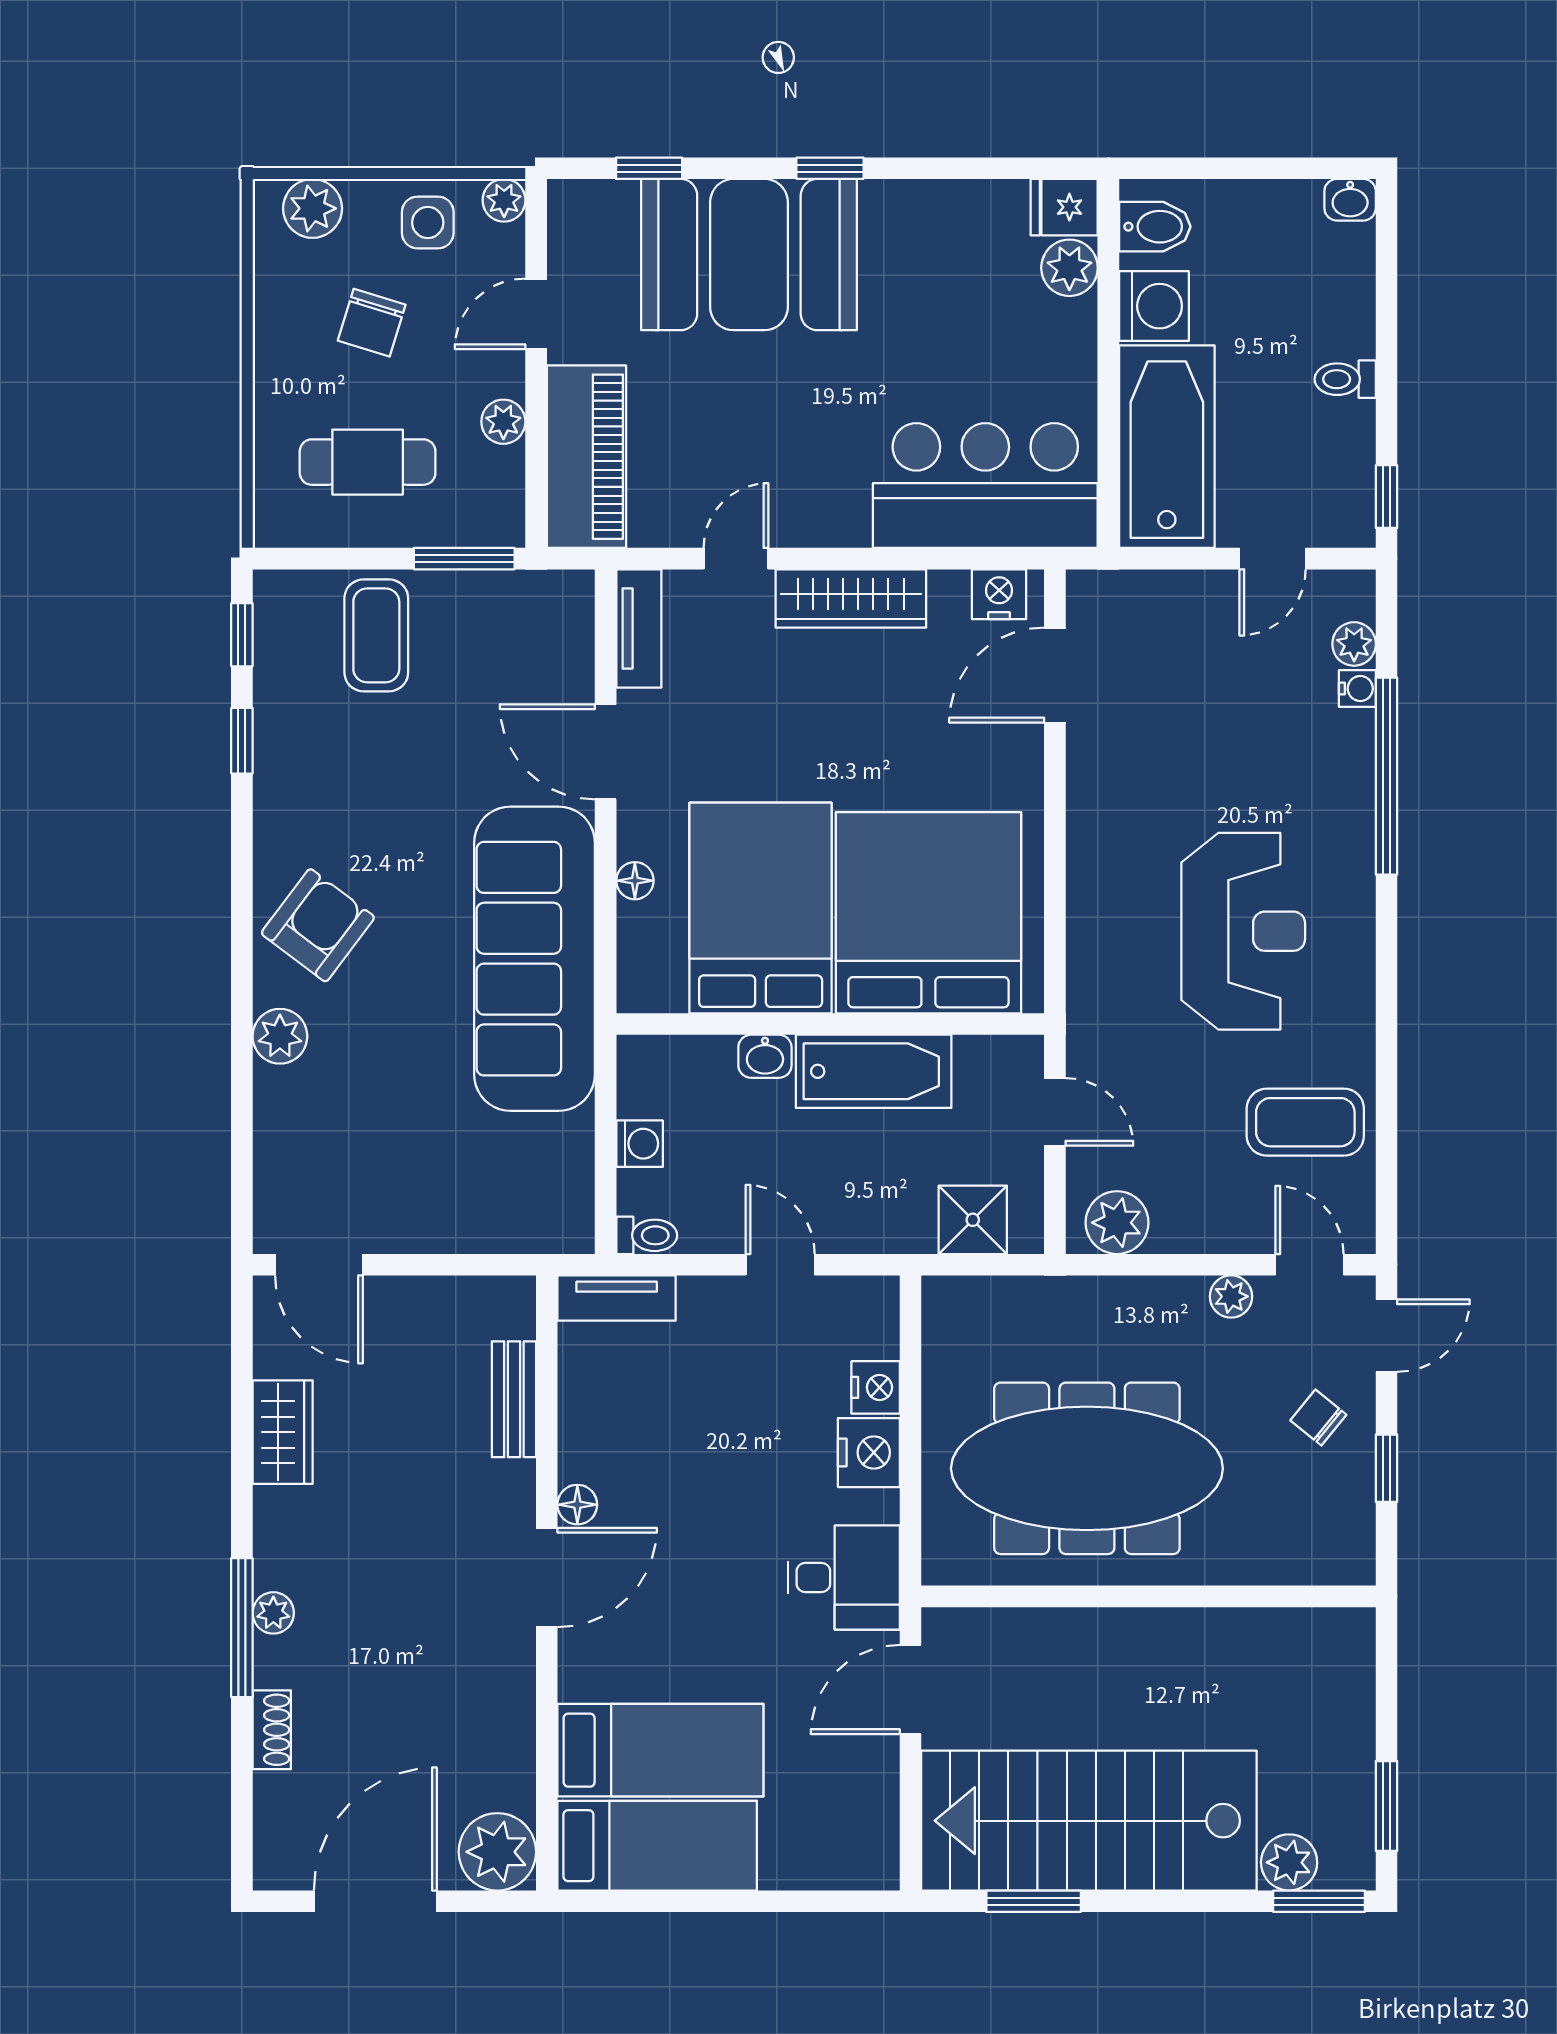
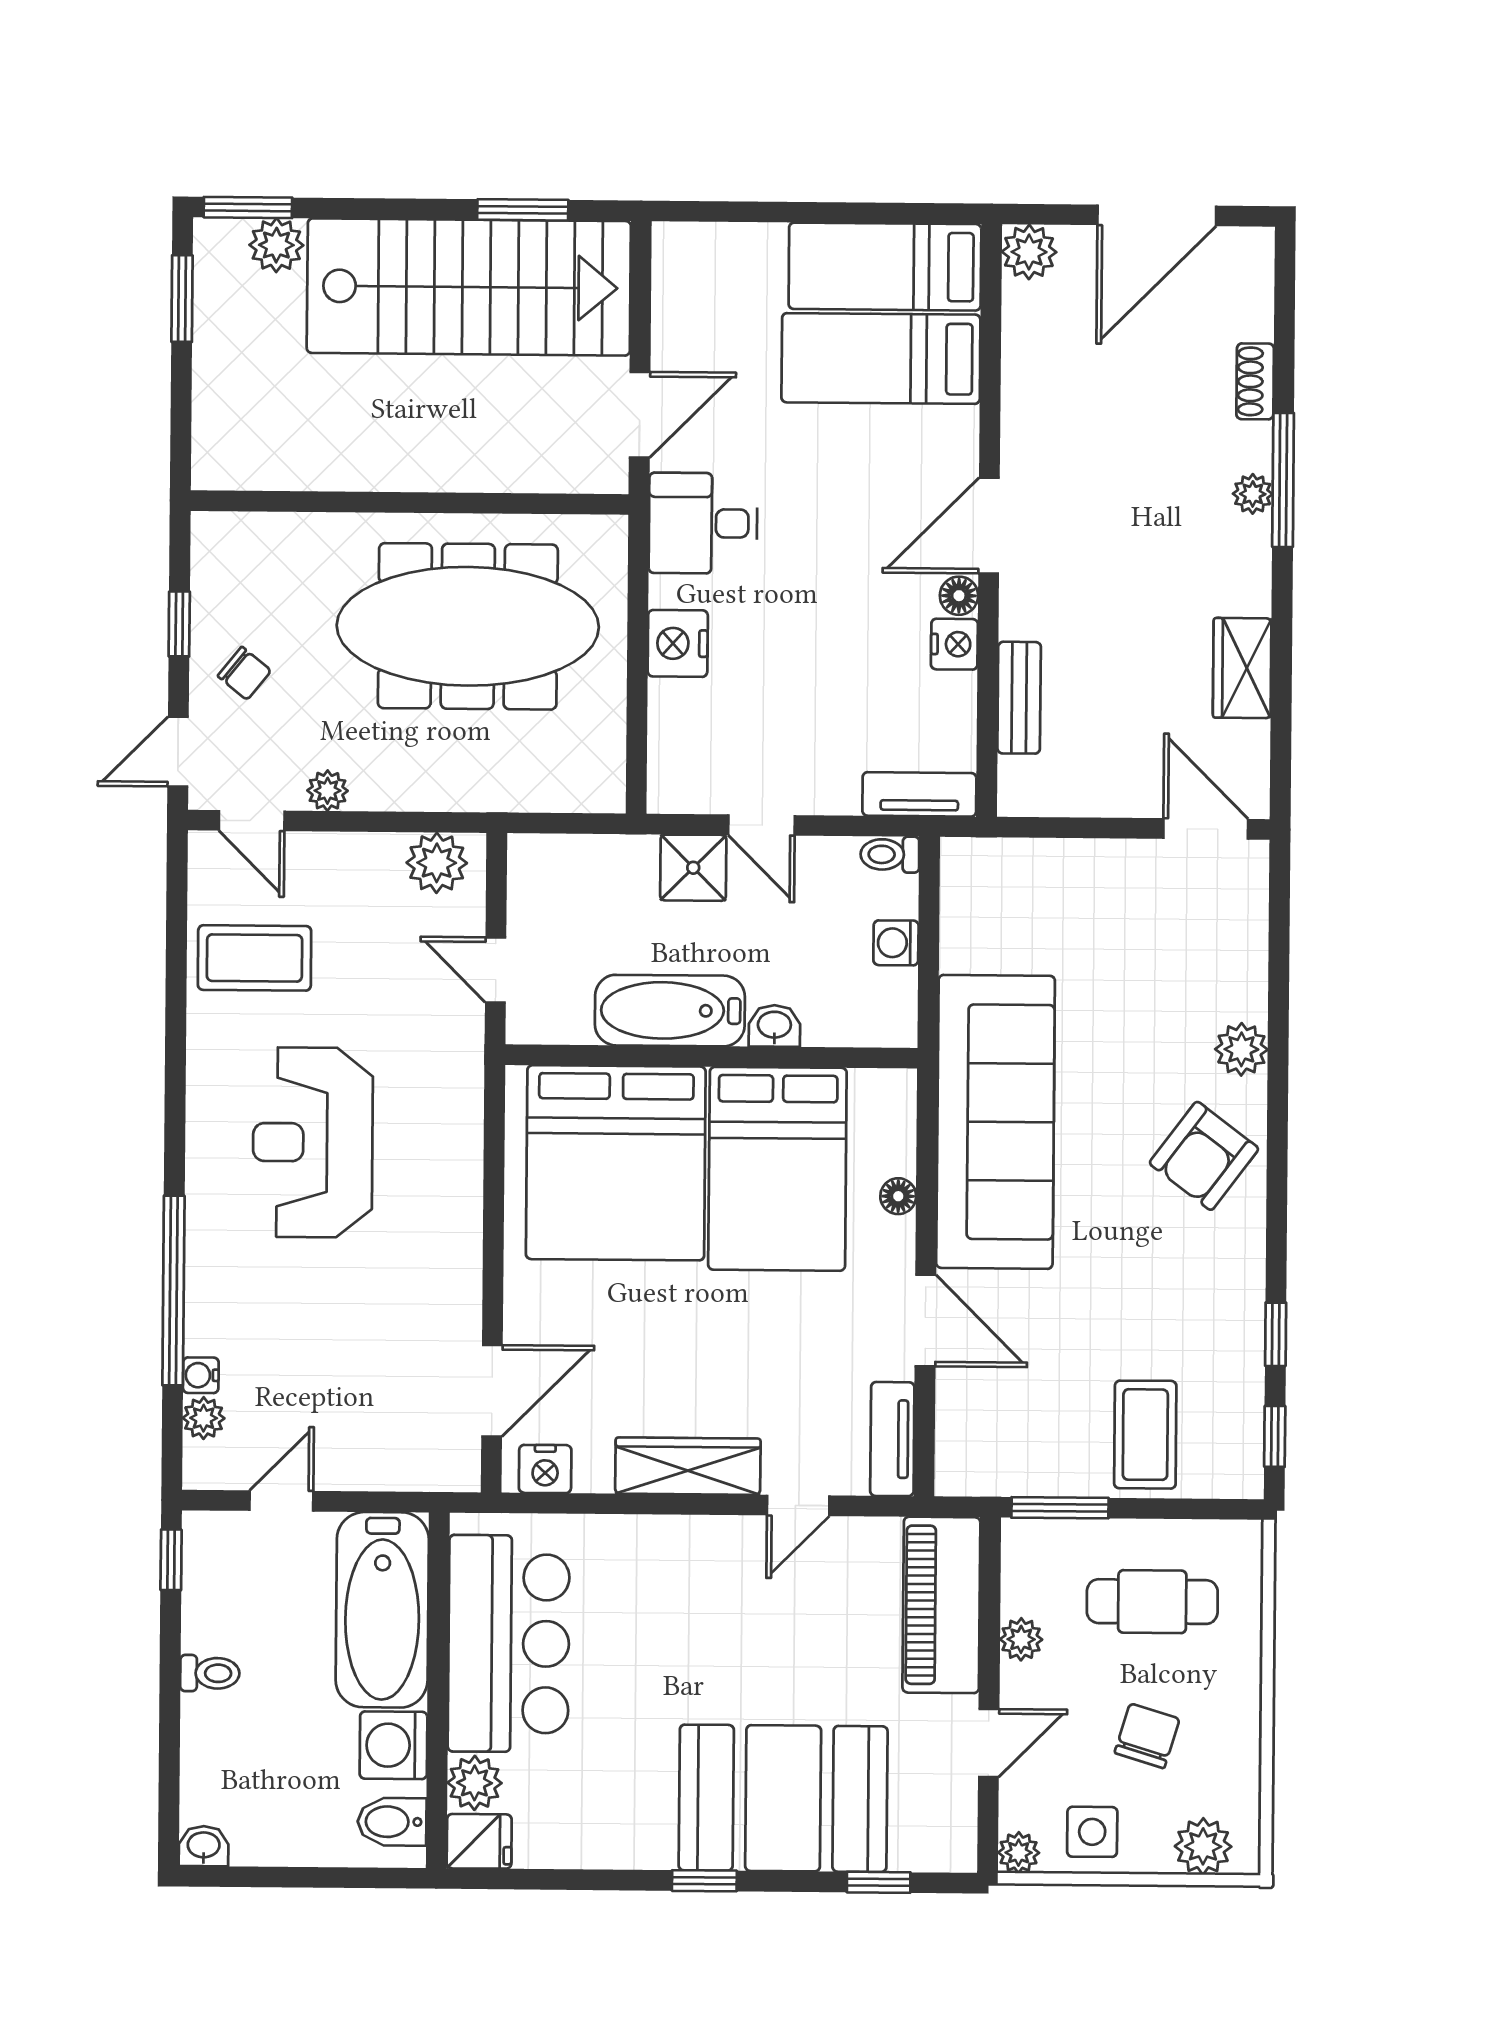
bar counter: (985, 486) -> (509, 1644), moved, turned -90
shower: (973, 1220) -> (693, 868), moved
nightstand: (876, 1387) -> (954, 644), moved, turned 180
plant: (497, 1852) -> (1029, 252), width x0.73, depth x0.73

